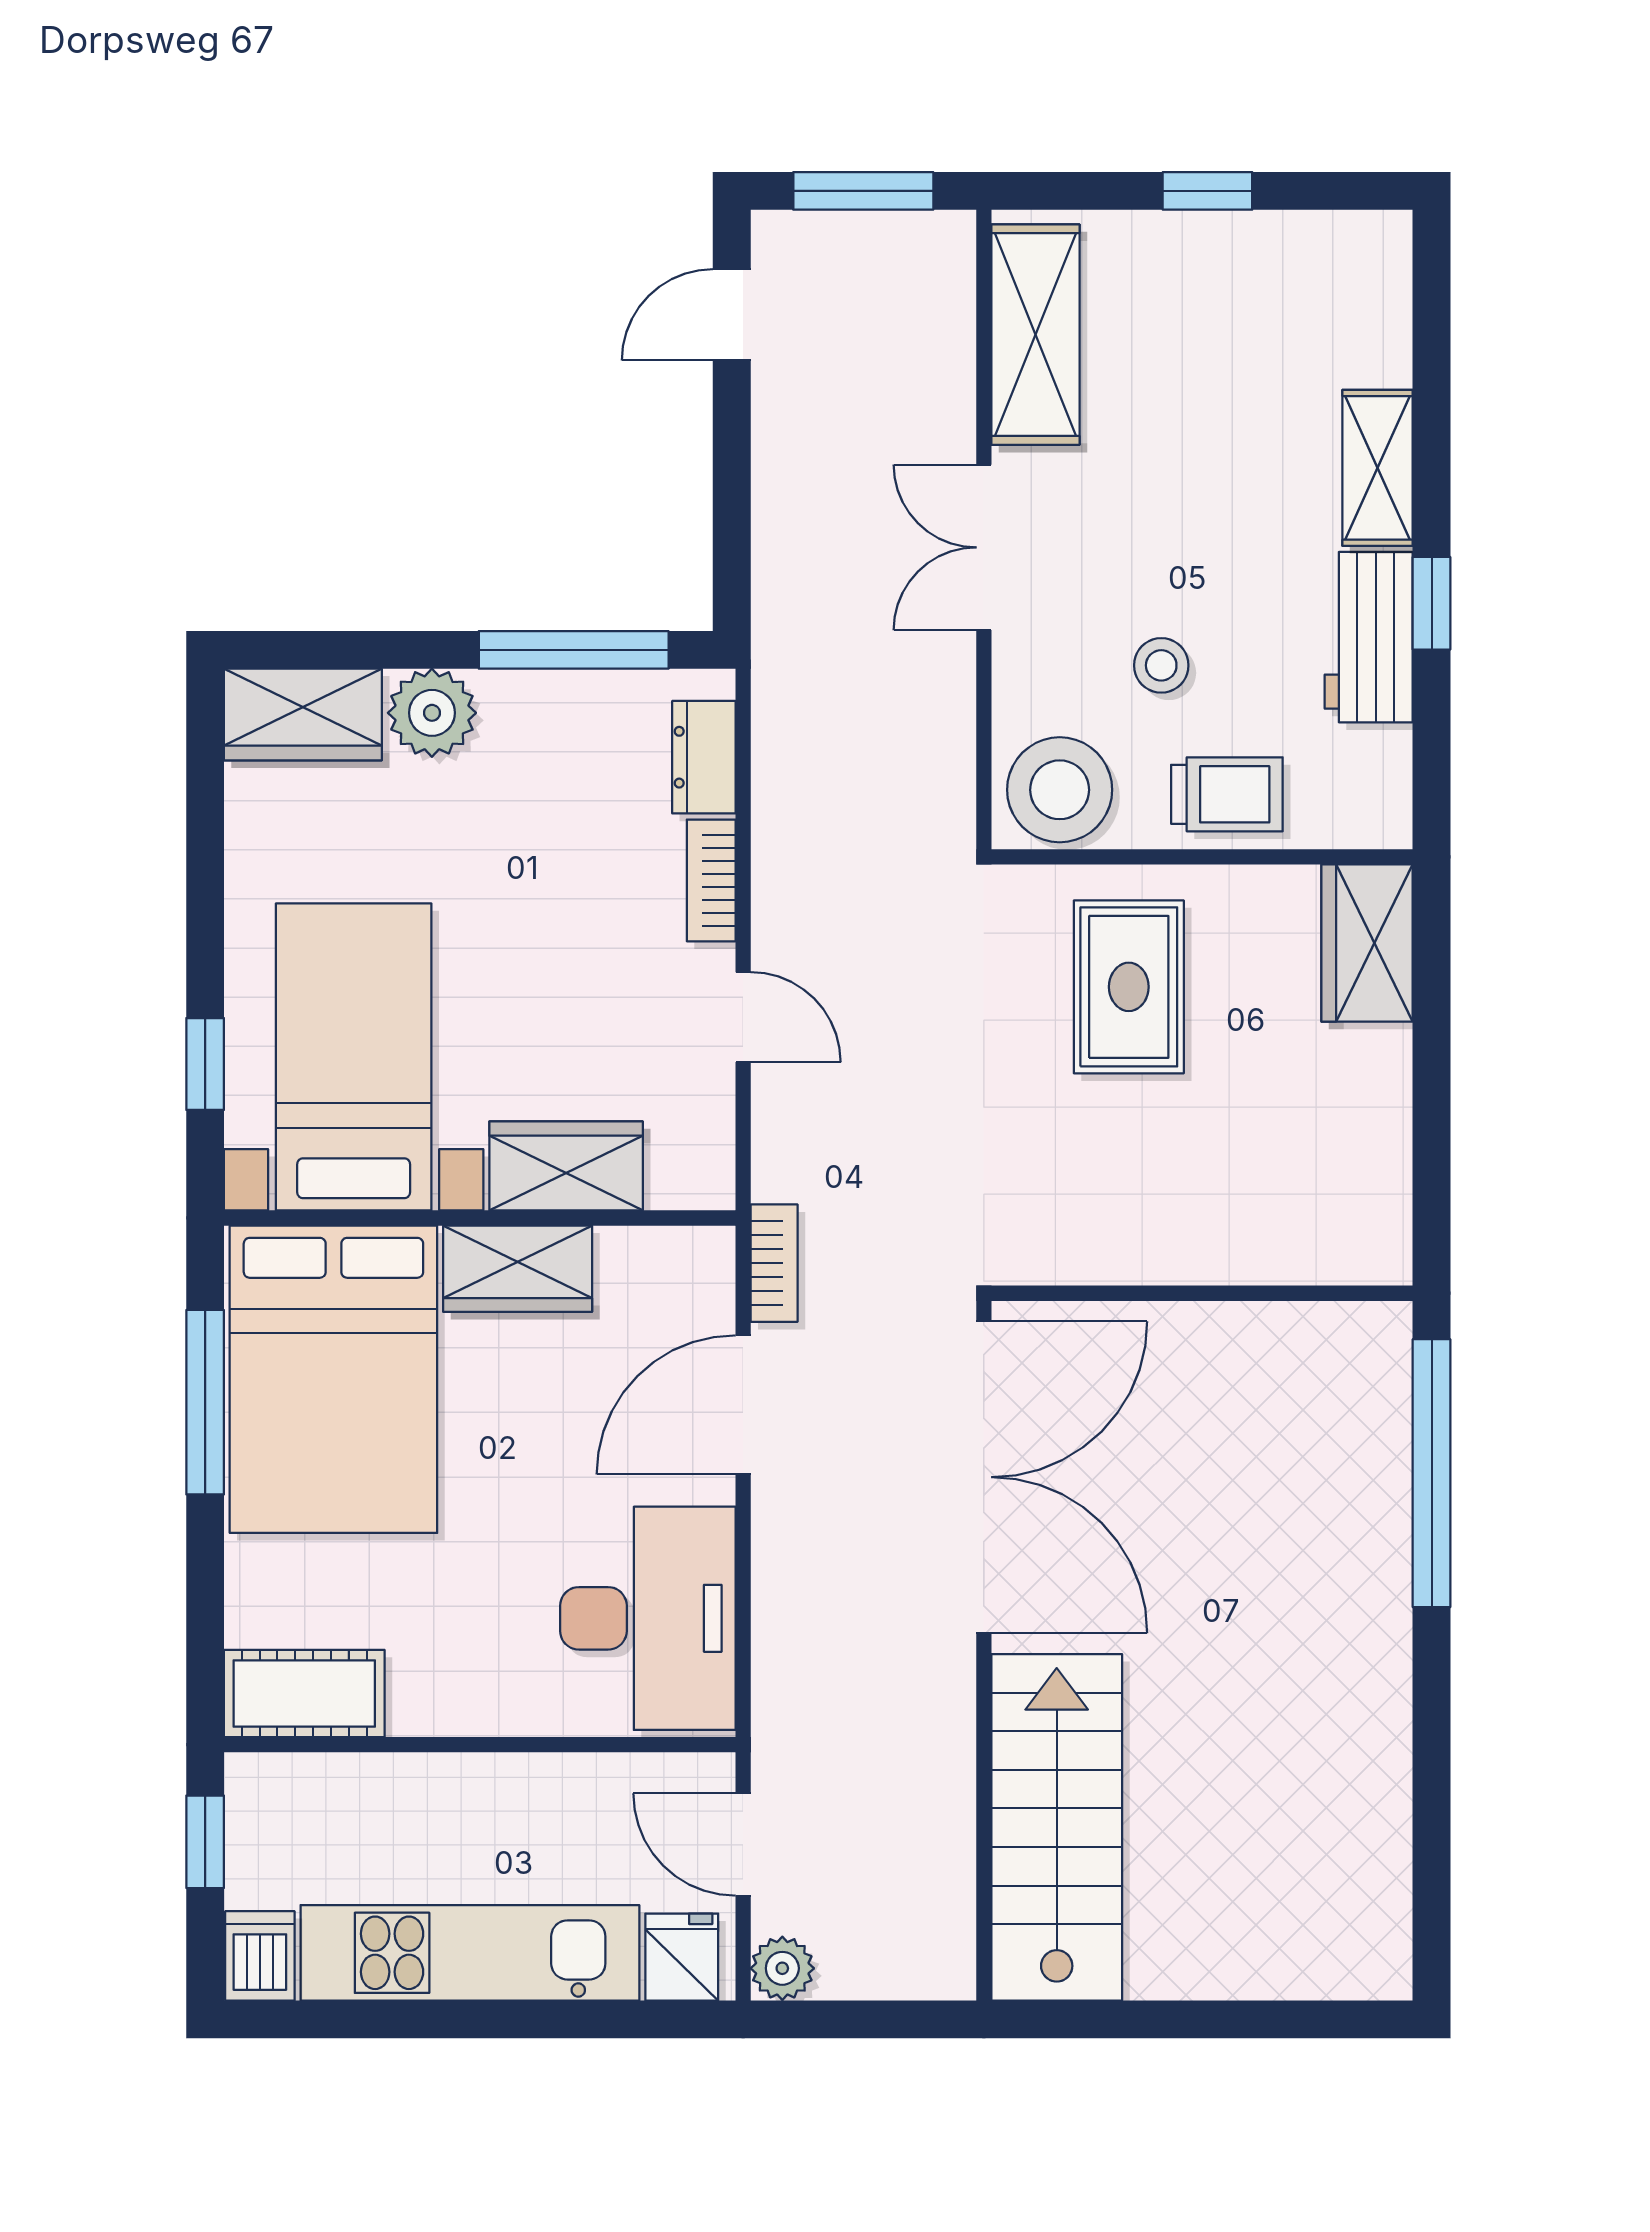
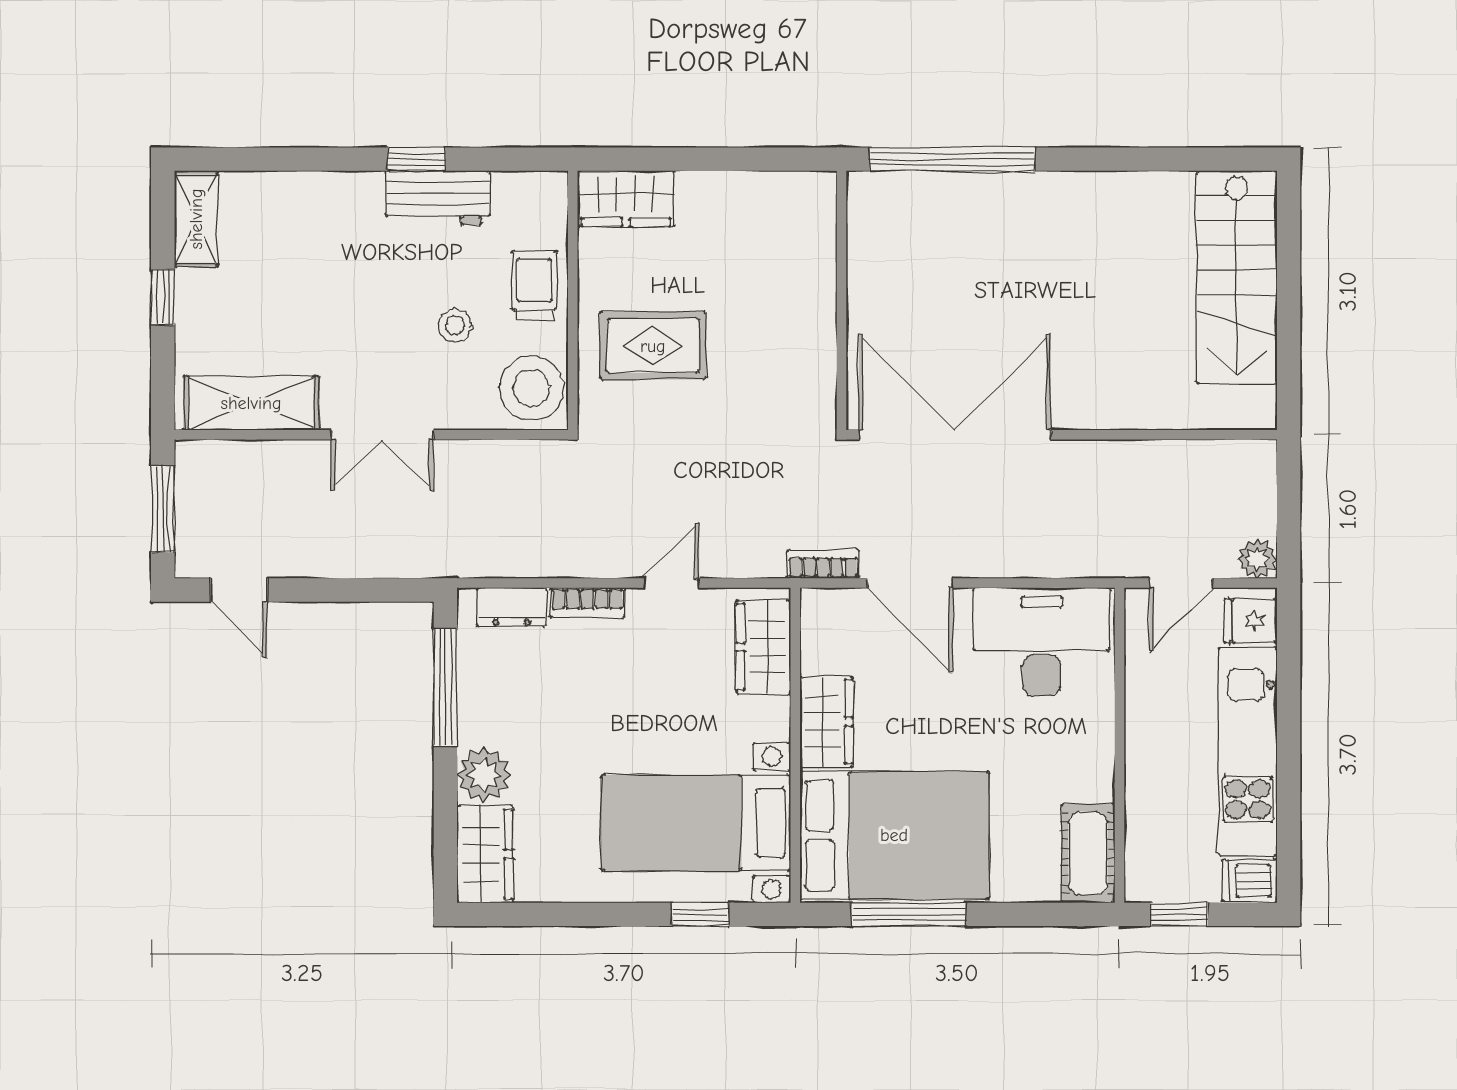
shelving: (1378, 468) -> (196, 219), moved, turned 90
wardrobe: (566, 1166) -> (763, 647), moved
stairs: (1057, 1827) -> (1237, 277), moved, turned -90

